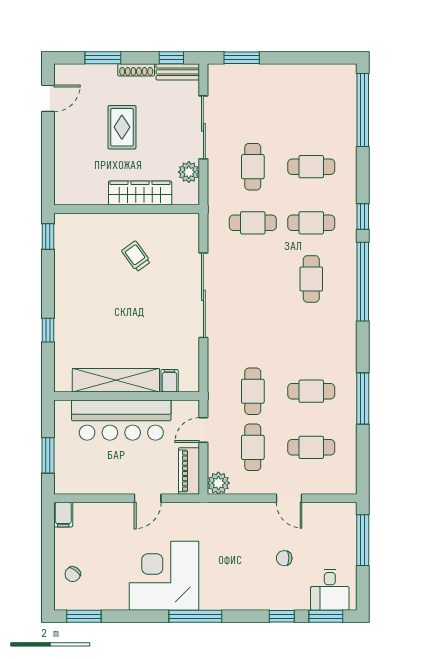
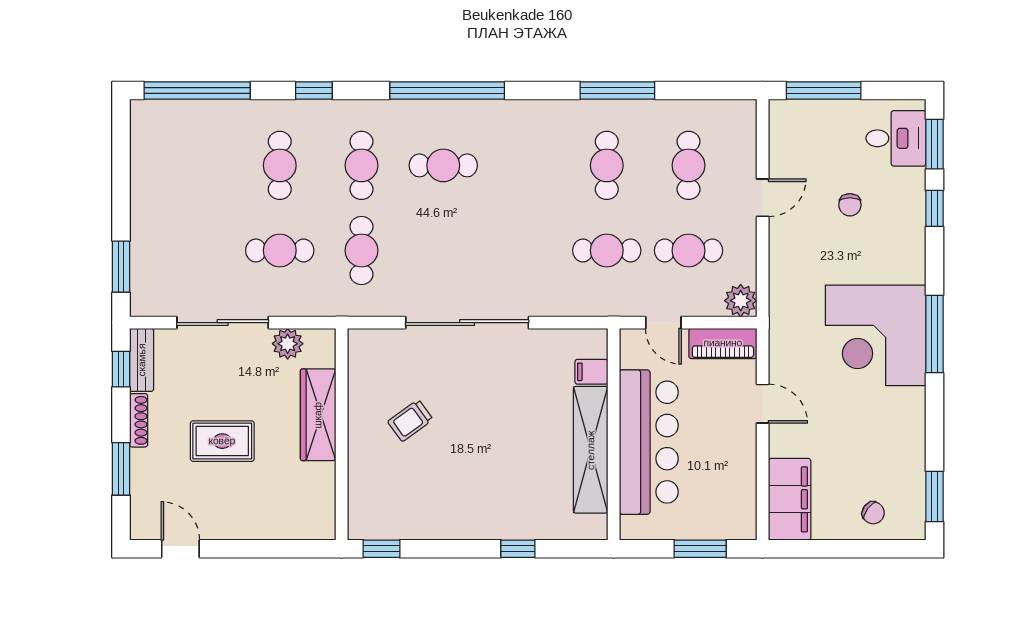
window: (363, 217) -> (314, 90), moved
filing cabinet: (63, 515) -> (790, 499), width x3.00, depth x1.17
corner desk: (164, 576) -> (876, 335), moved

